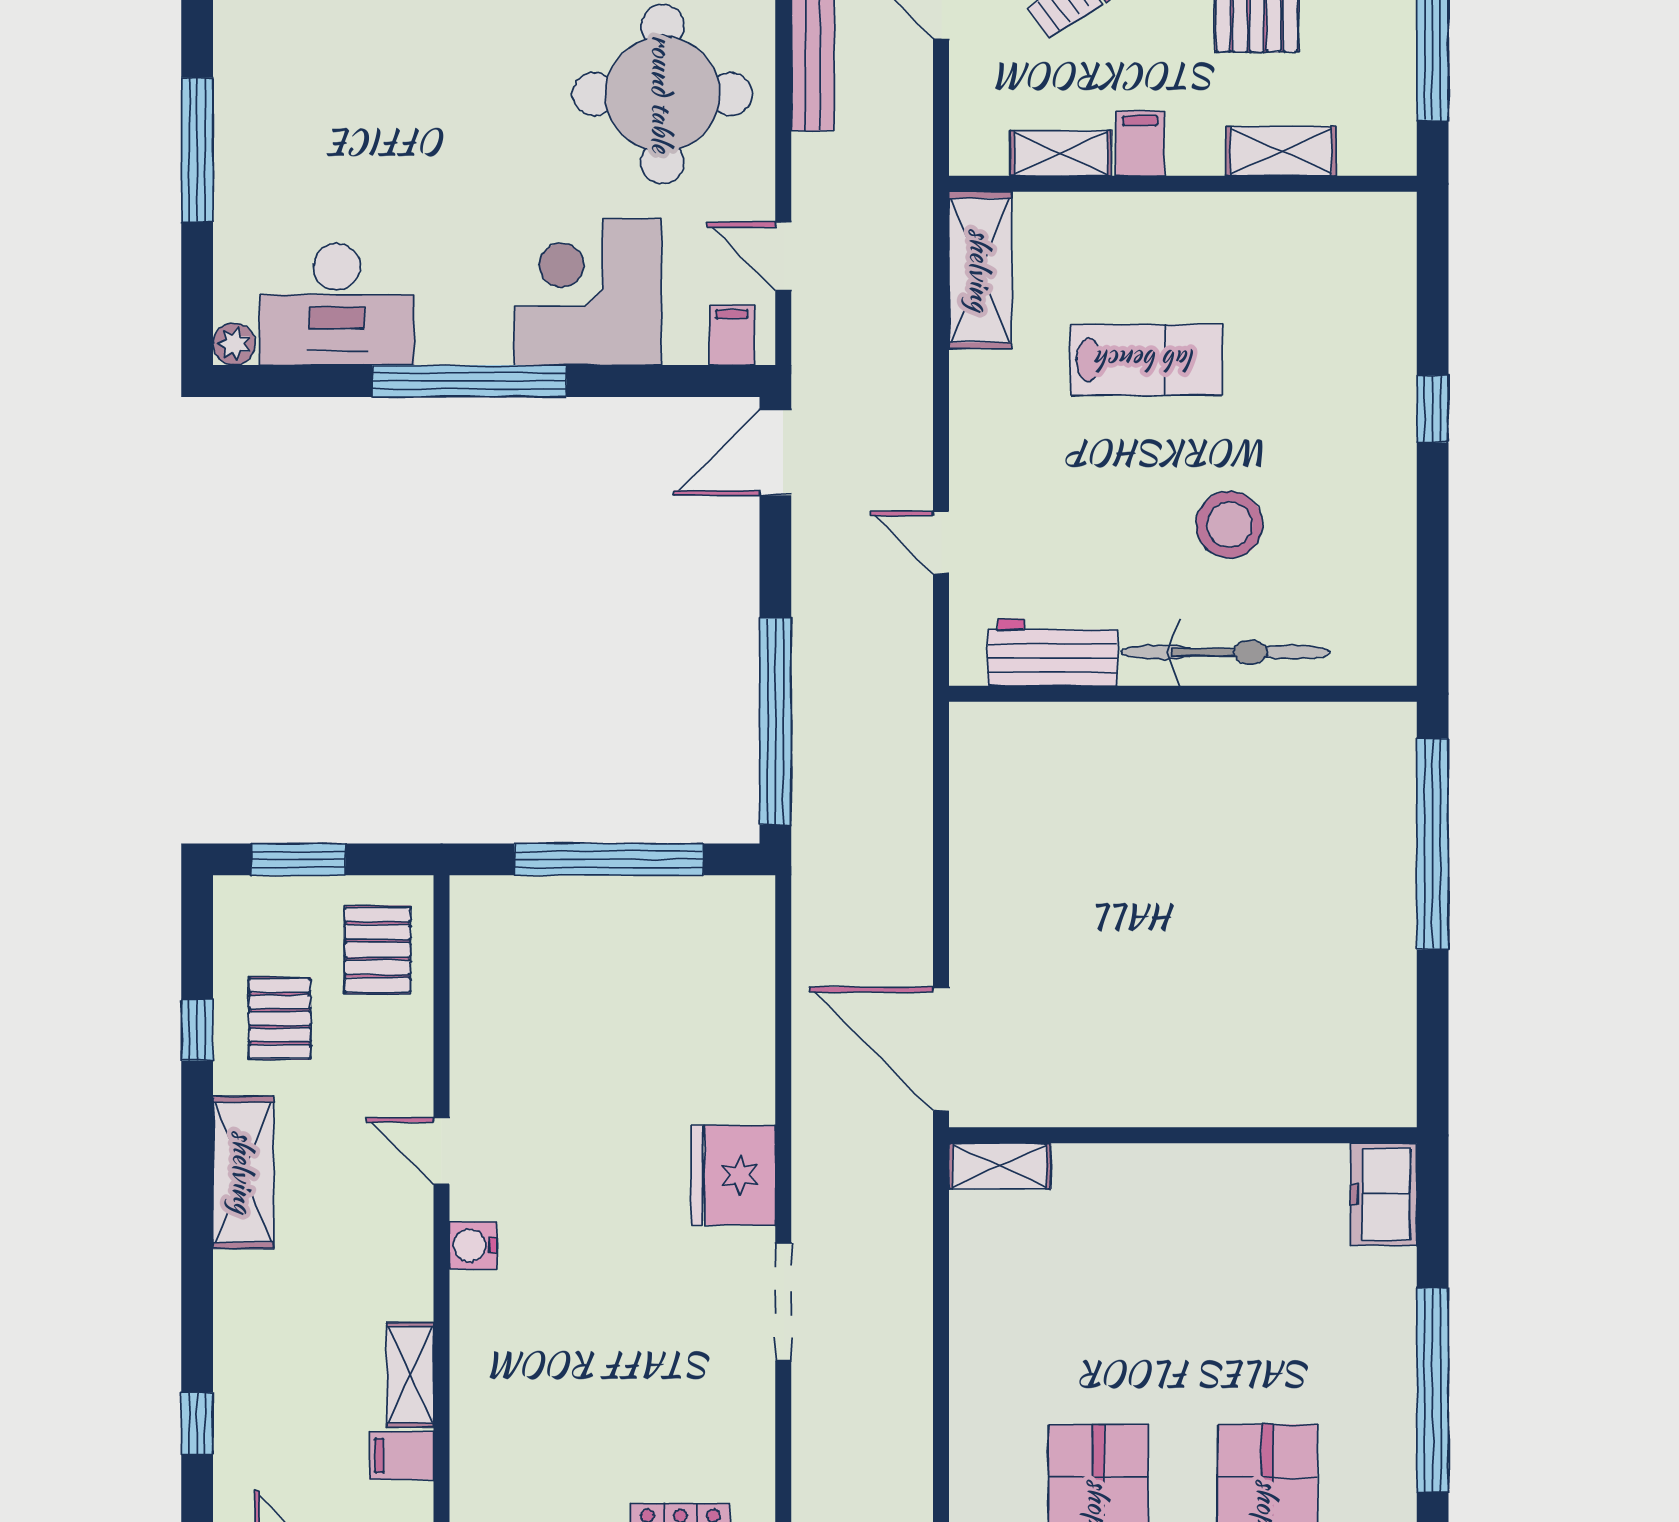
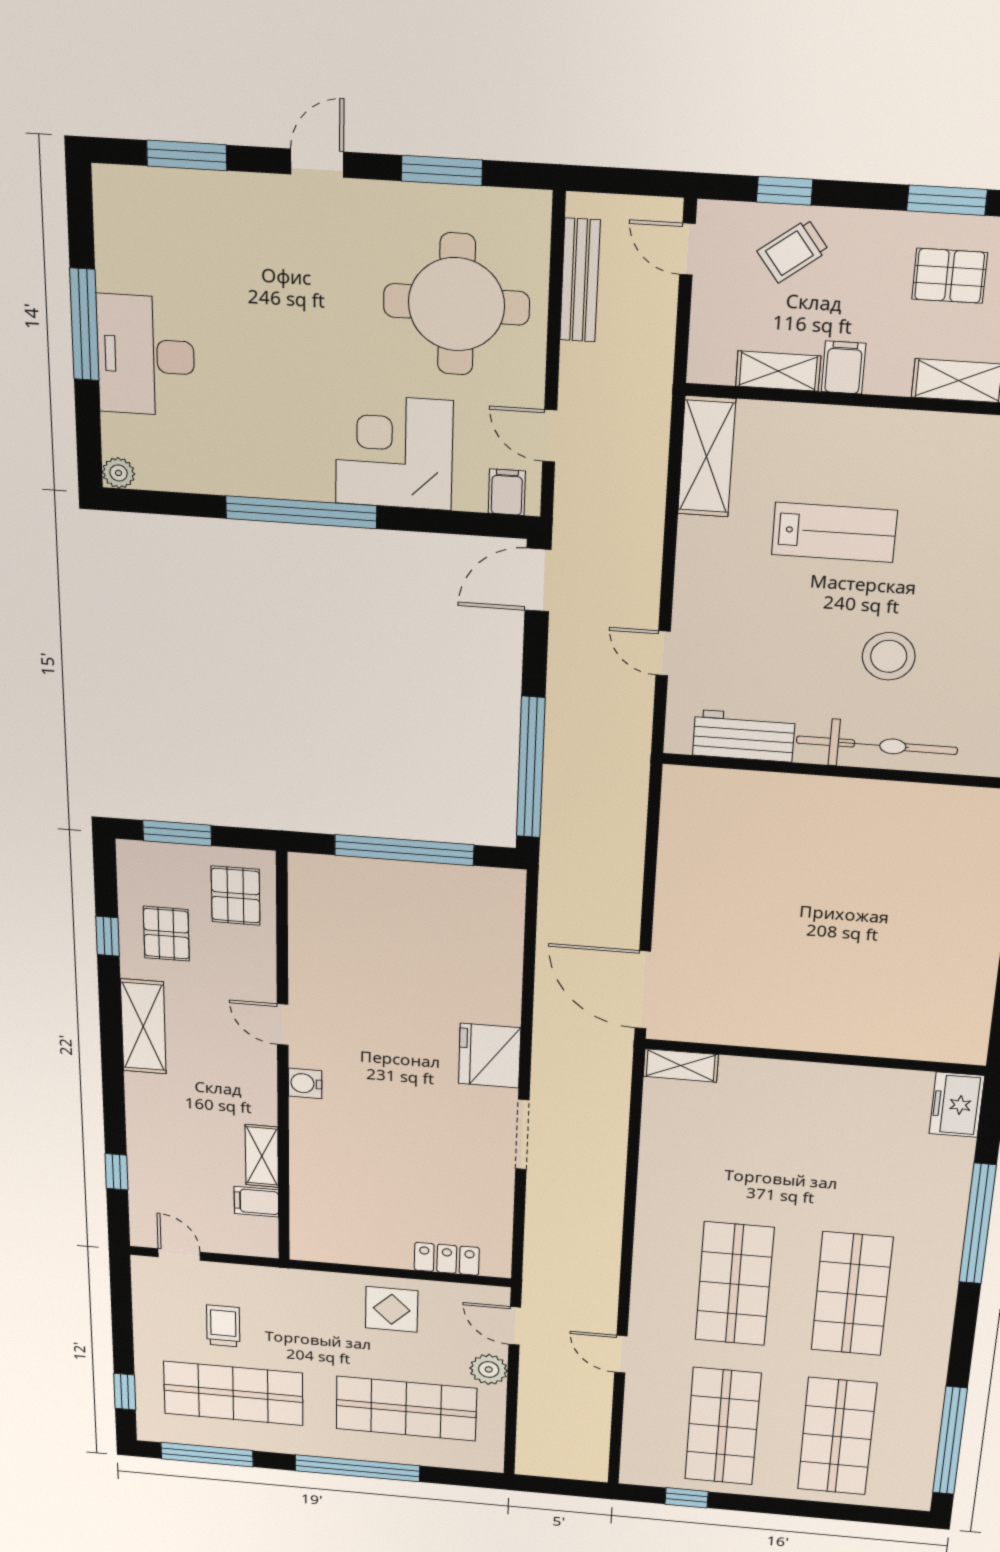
desk: (337, 304) -> (146, 356), moved, turned 90

